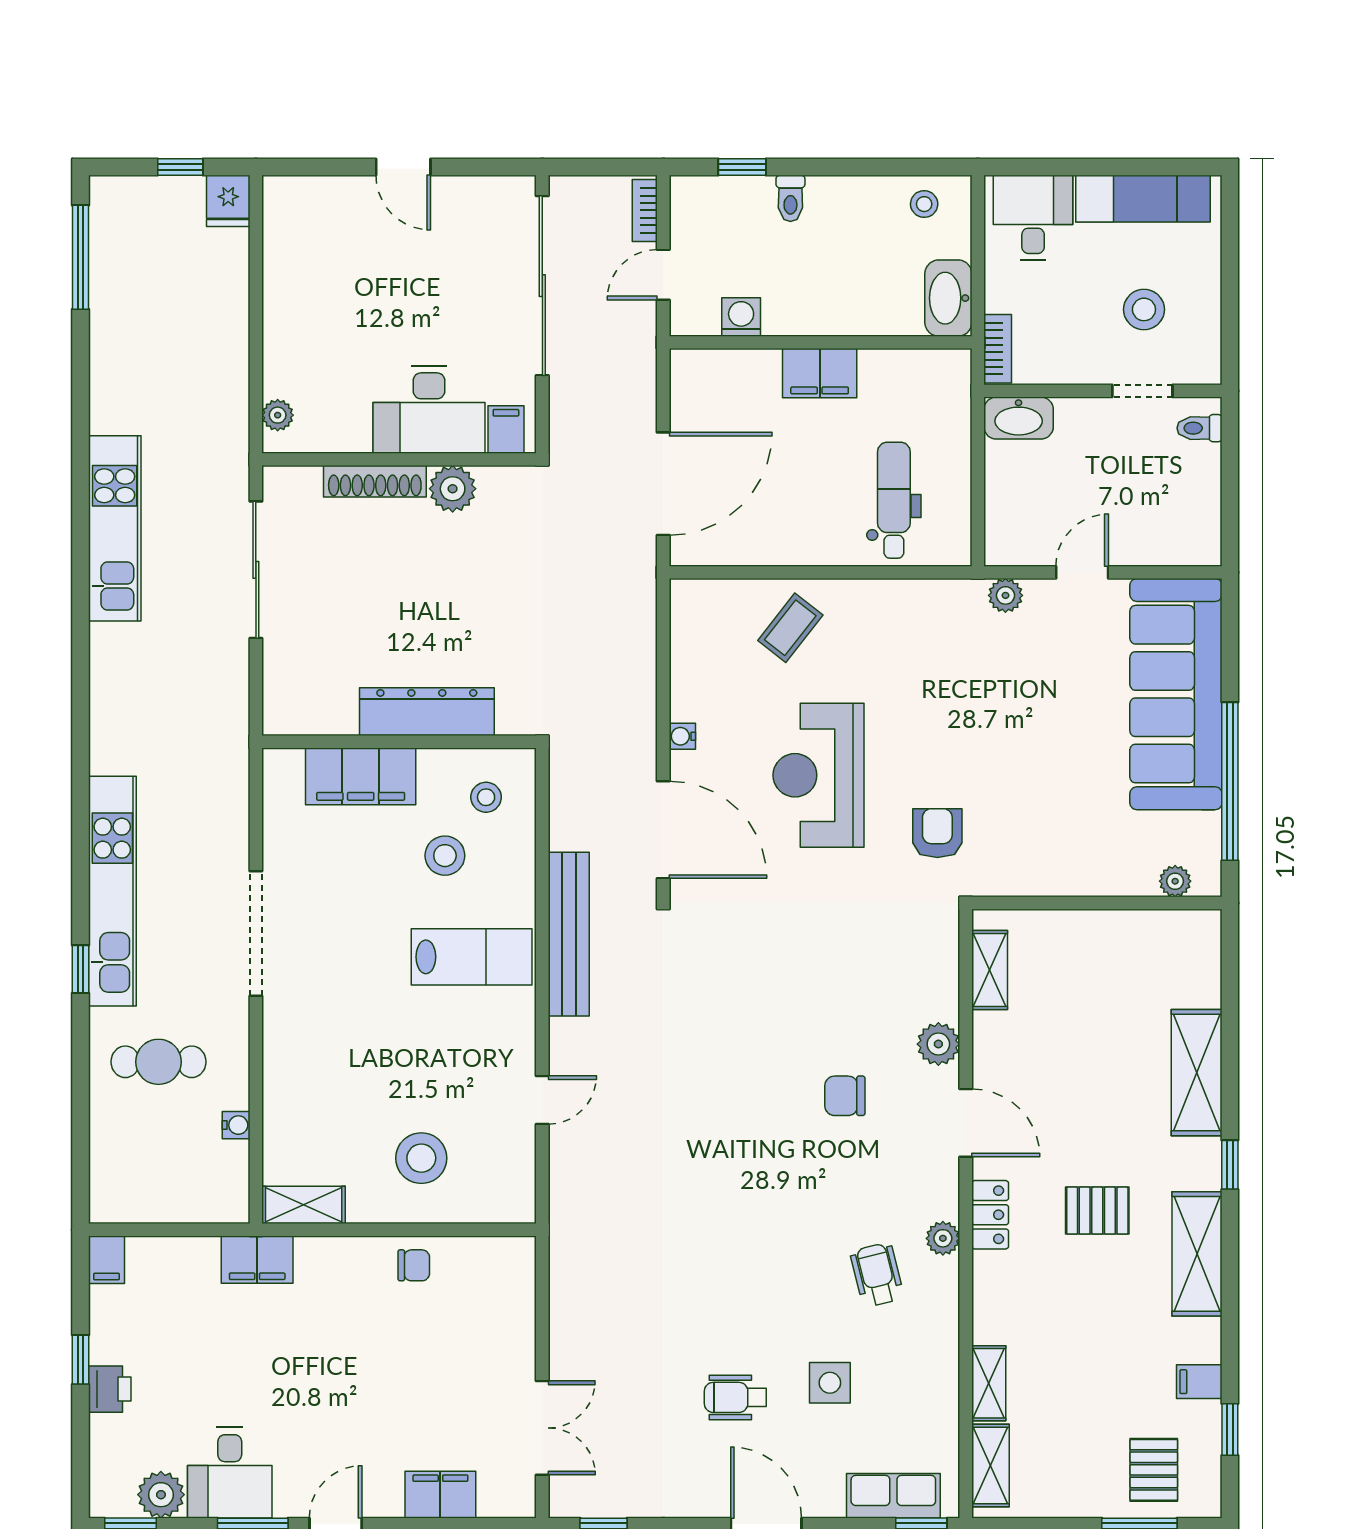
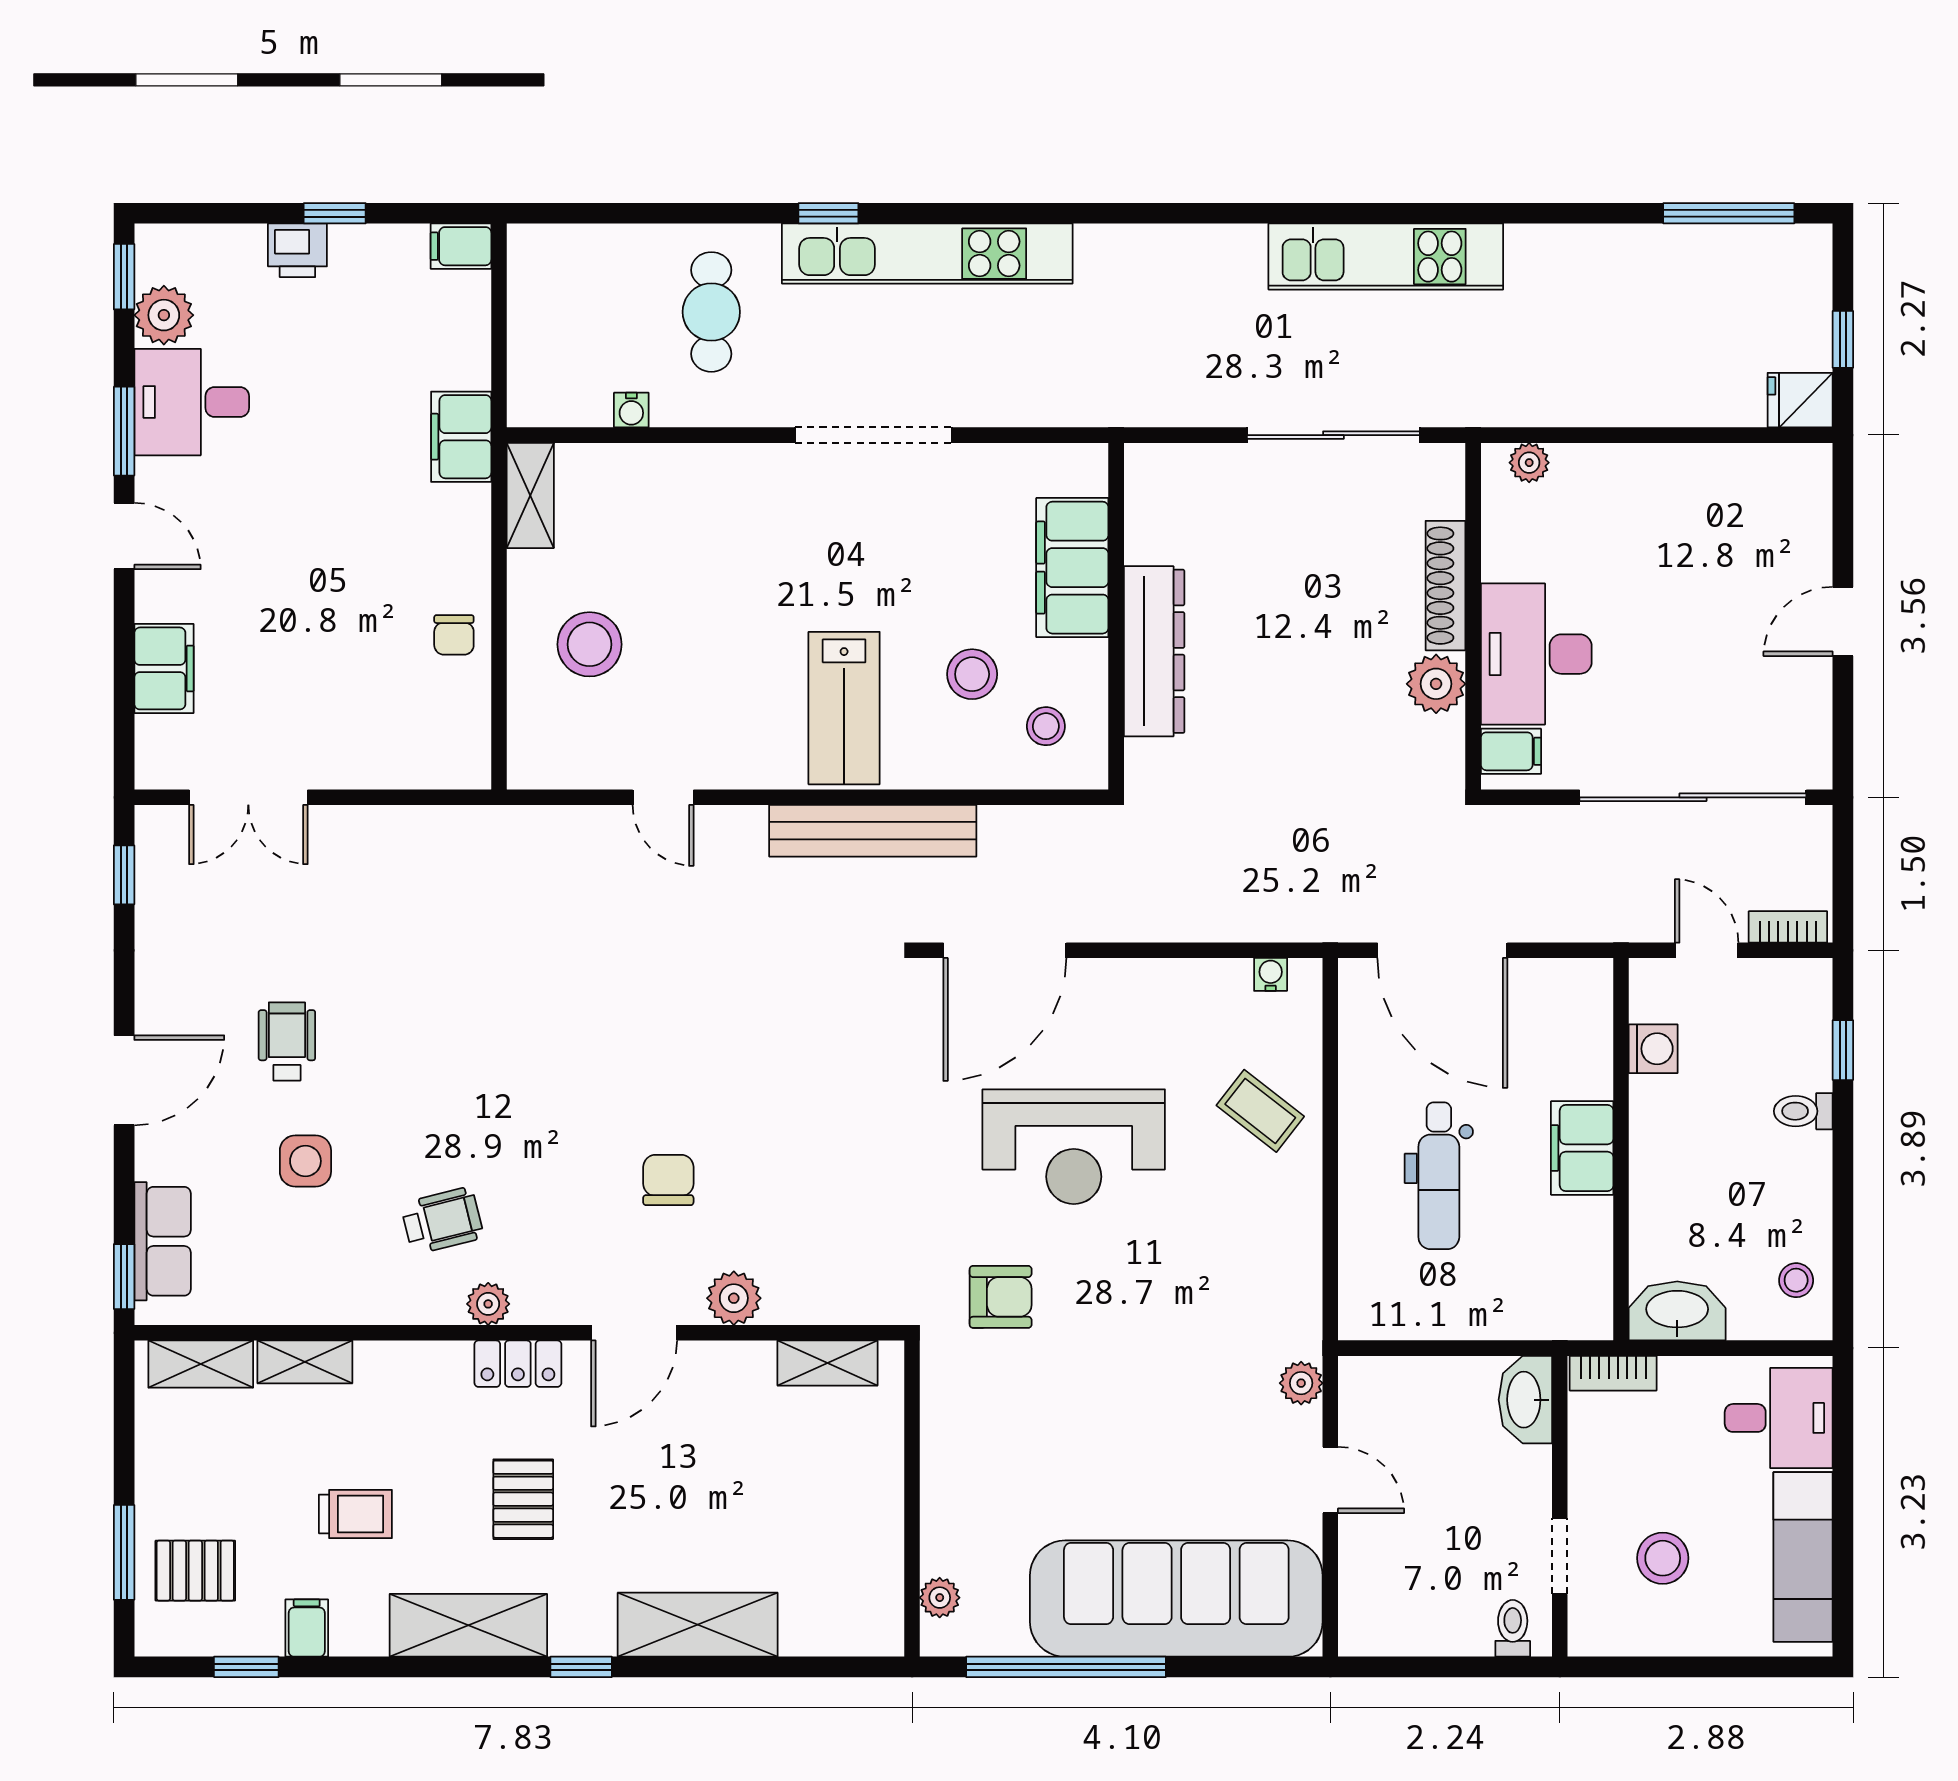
dental chair: (894, 500) -> (1439, 1176), moved, turned 90
water cooler: (682, 736) -> (1271, 974), moved
reception desk: (819, 775) -> (1074, 1147), turned 180
trolley: (1109, 1343) -> (355, 1514), added

